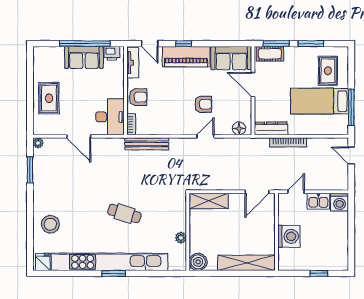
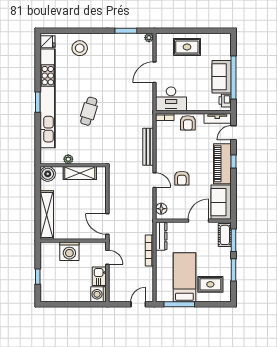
bench: (147, 144) -> (148, 147), moved
shelving: (209, 201) -> (80, 173), moved, turned 90

